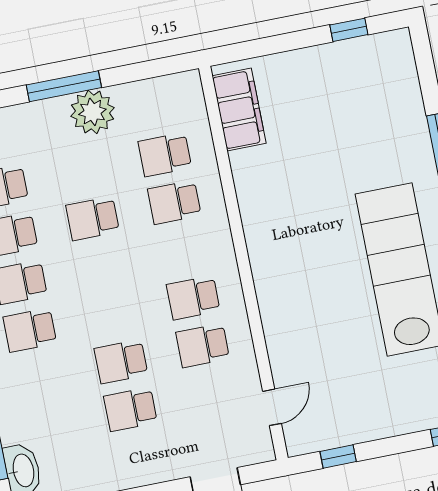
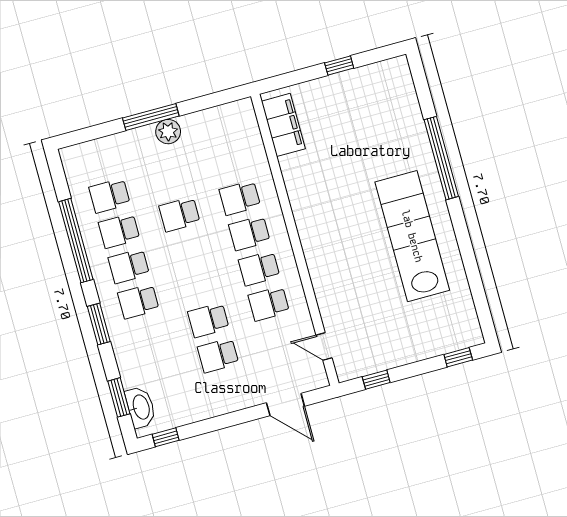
window: (349, 30) -> (339, 65), moved
plant: (92, 112) -> (168, 132), width x0.73, depth x0.73
school desk: (165, 155) -> (249, 233), moved
door: (272, 407) -> (324, 346), swing flipped

